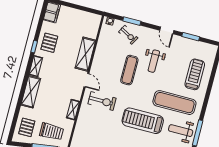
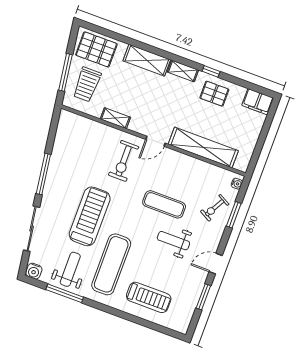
shelving: (85, 54) -> (203, 147), width x1.47
pallet: (27, 127) -> (96, 49), width x1.50, depth x1.42

